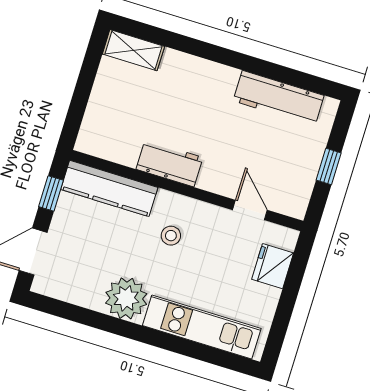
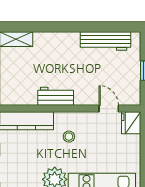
fridge: (273, 266) -> (131, 123), moved

